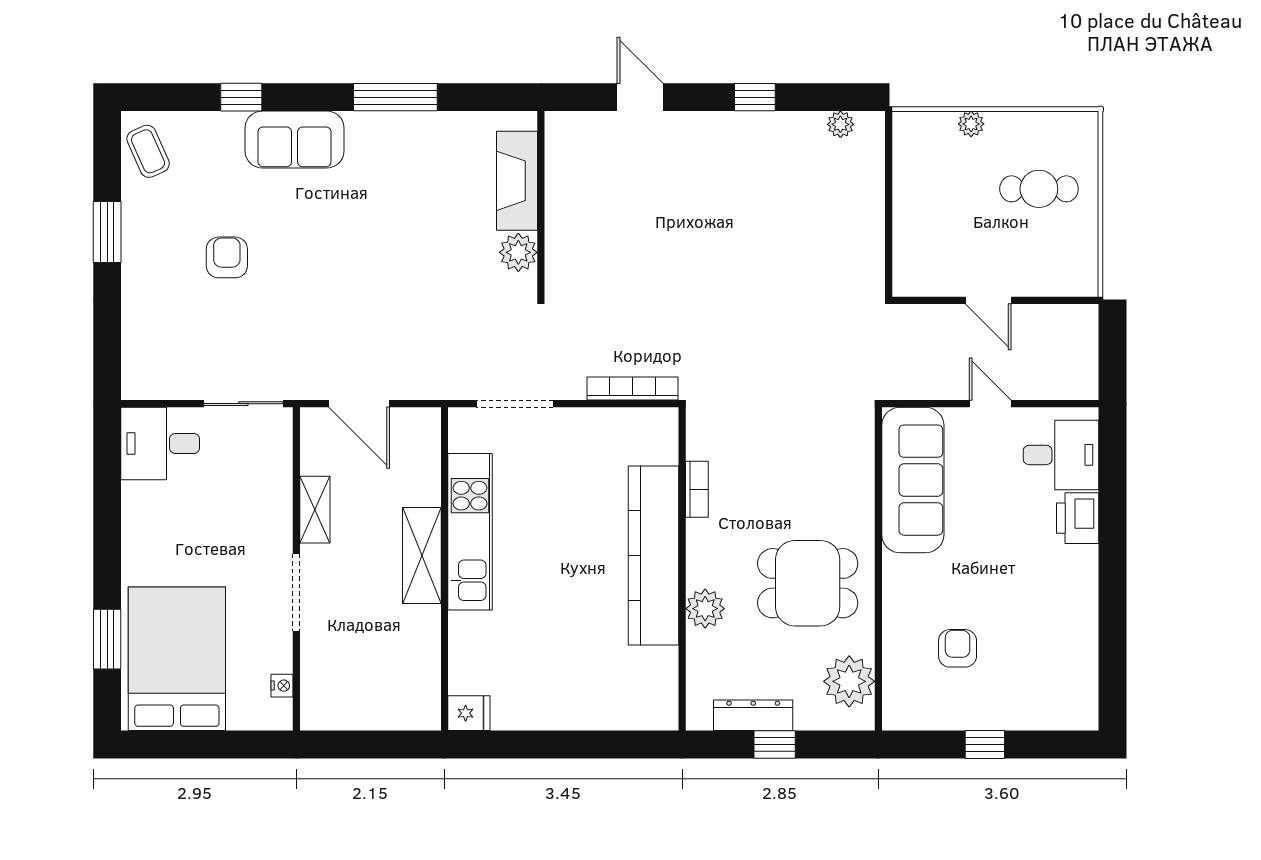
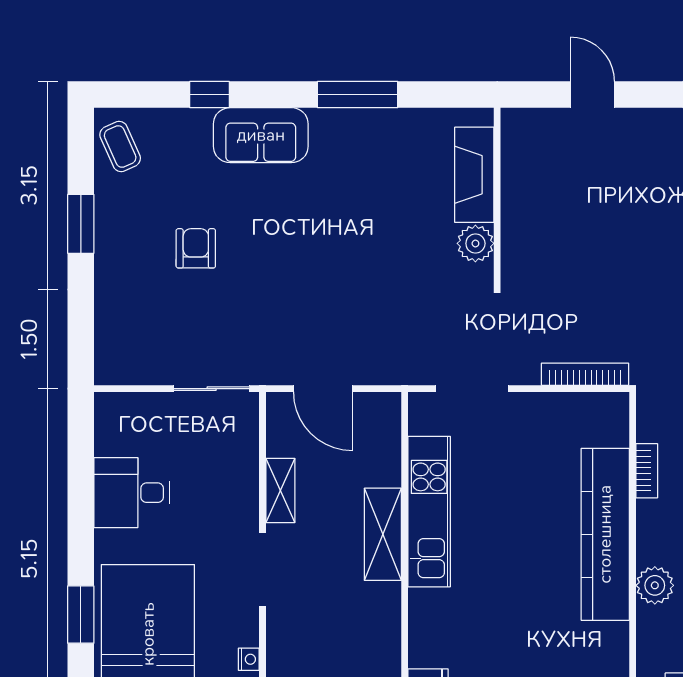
desk: (160, 444) -> (132, 493), moved

